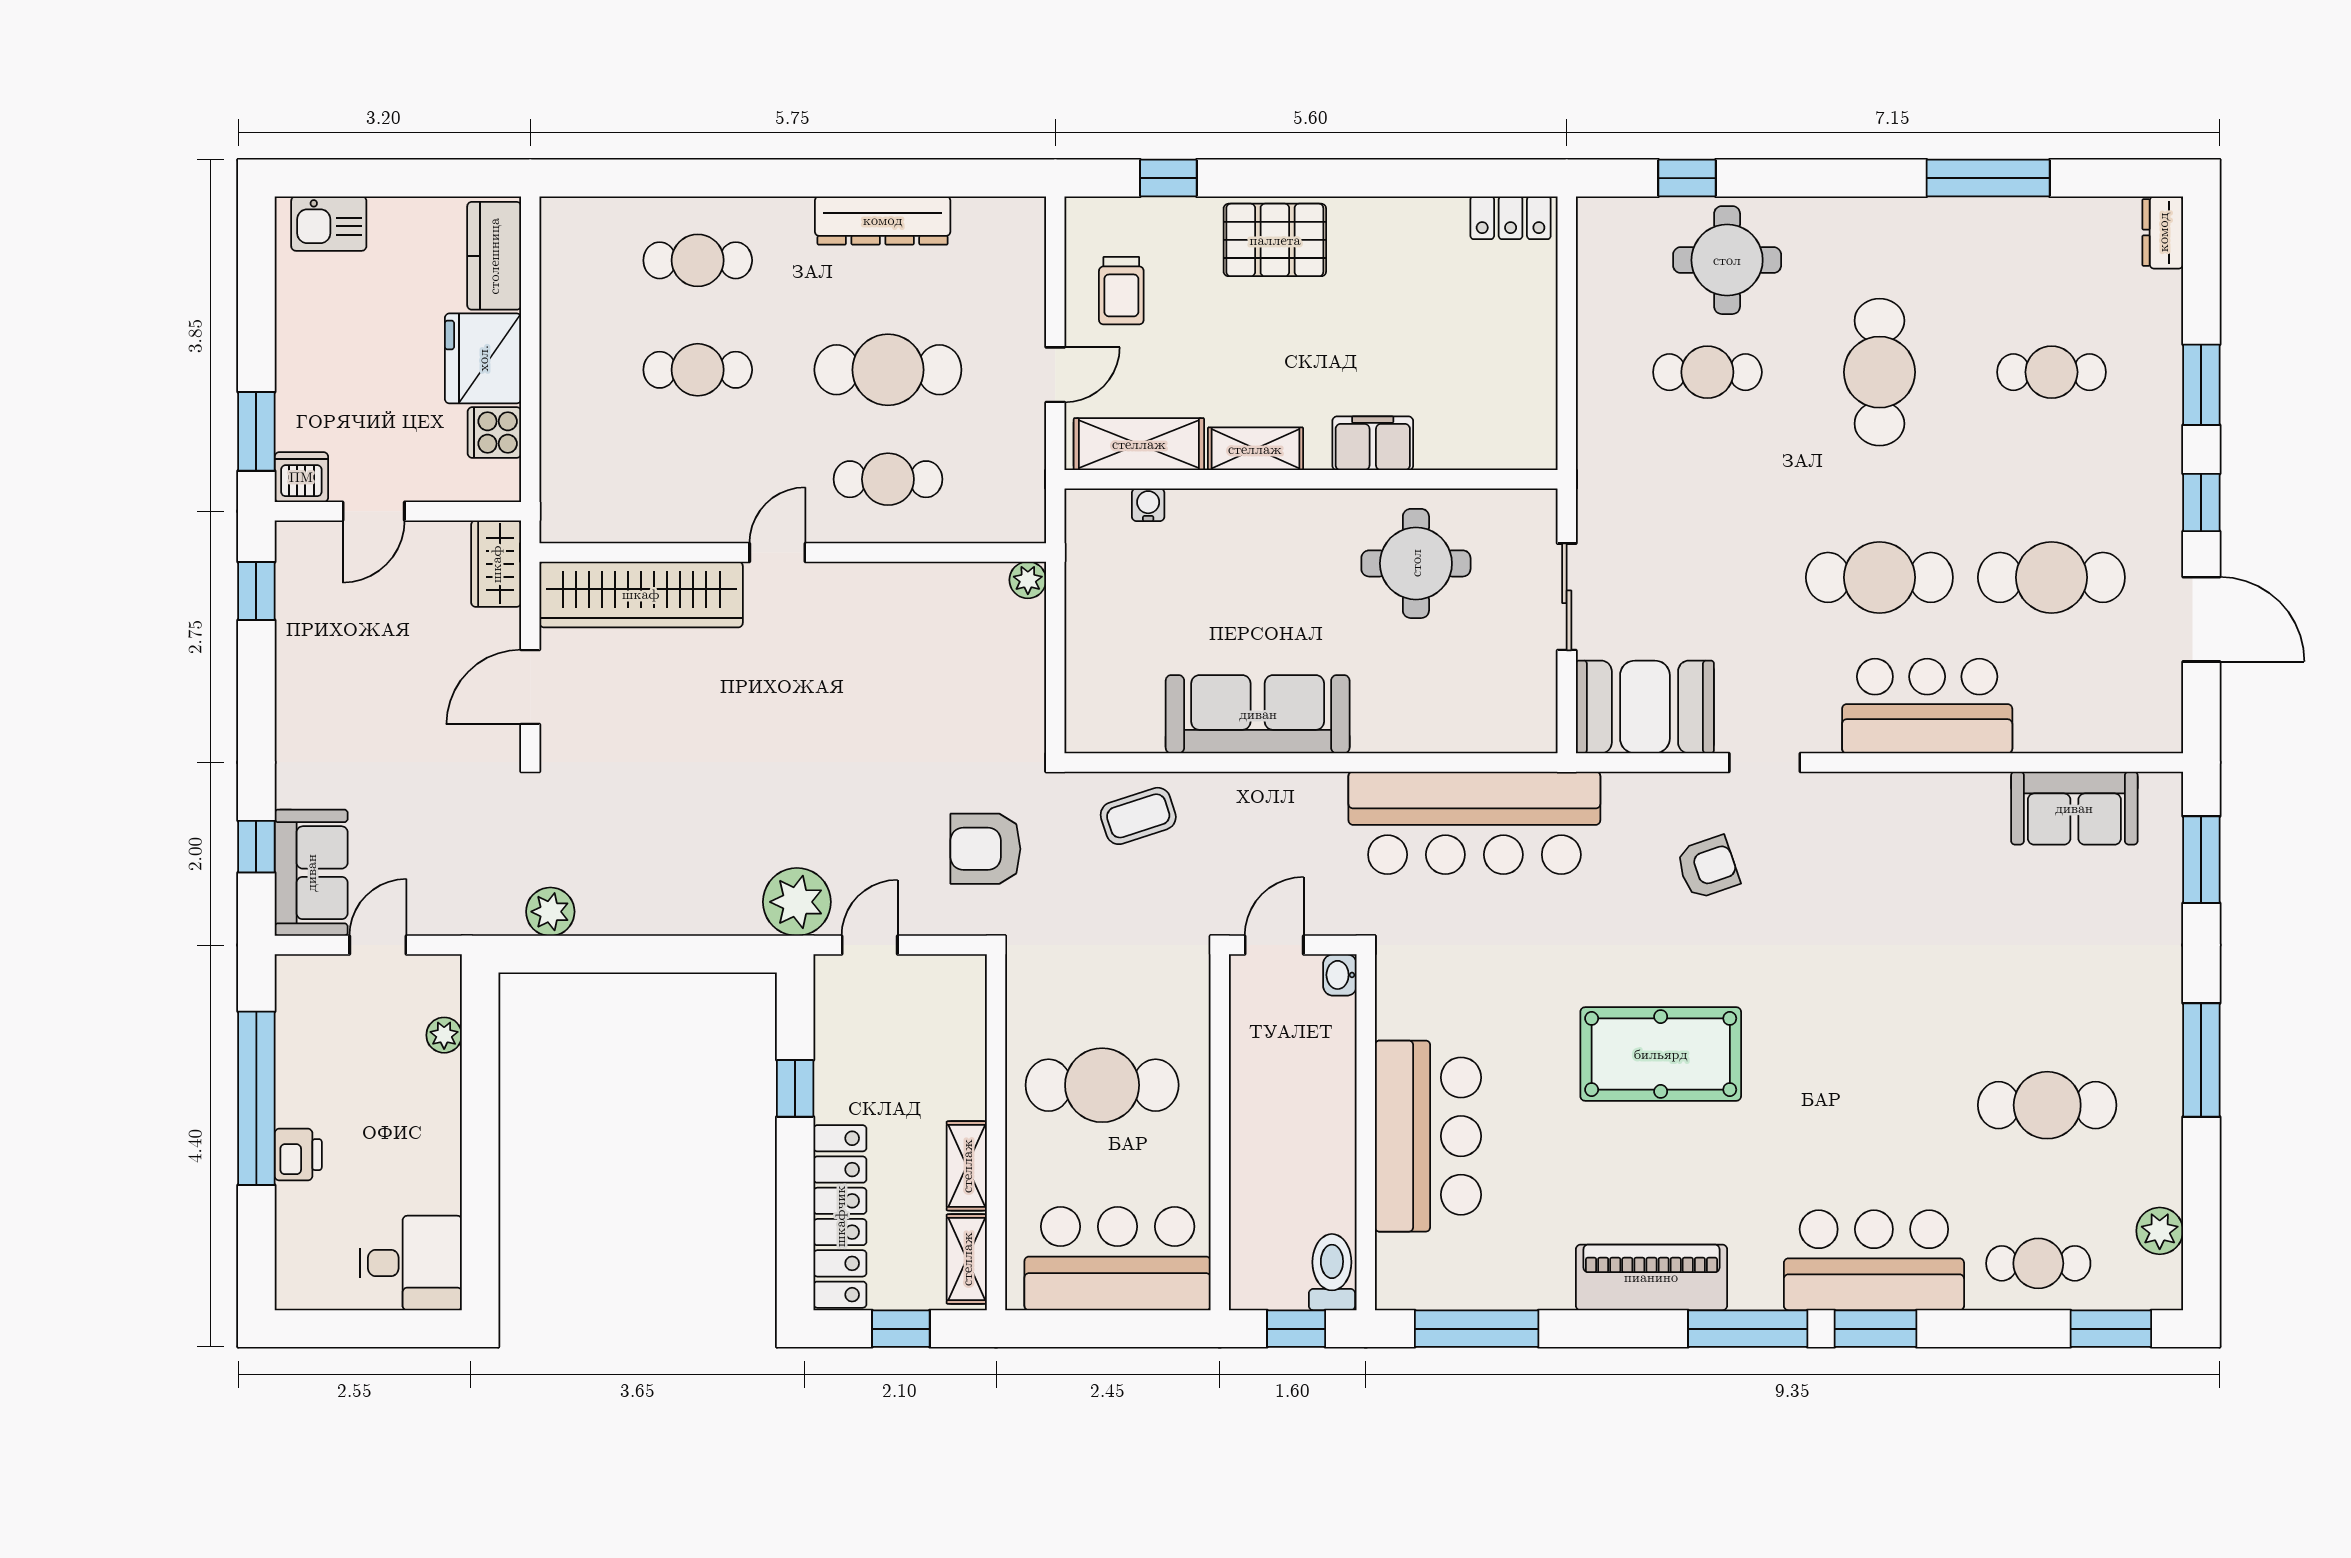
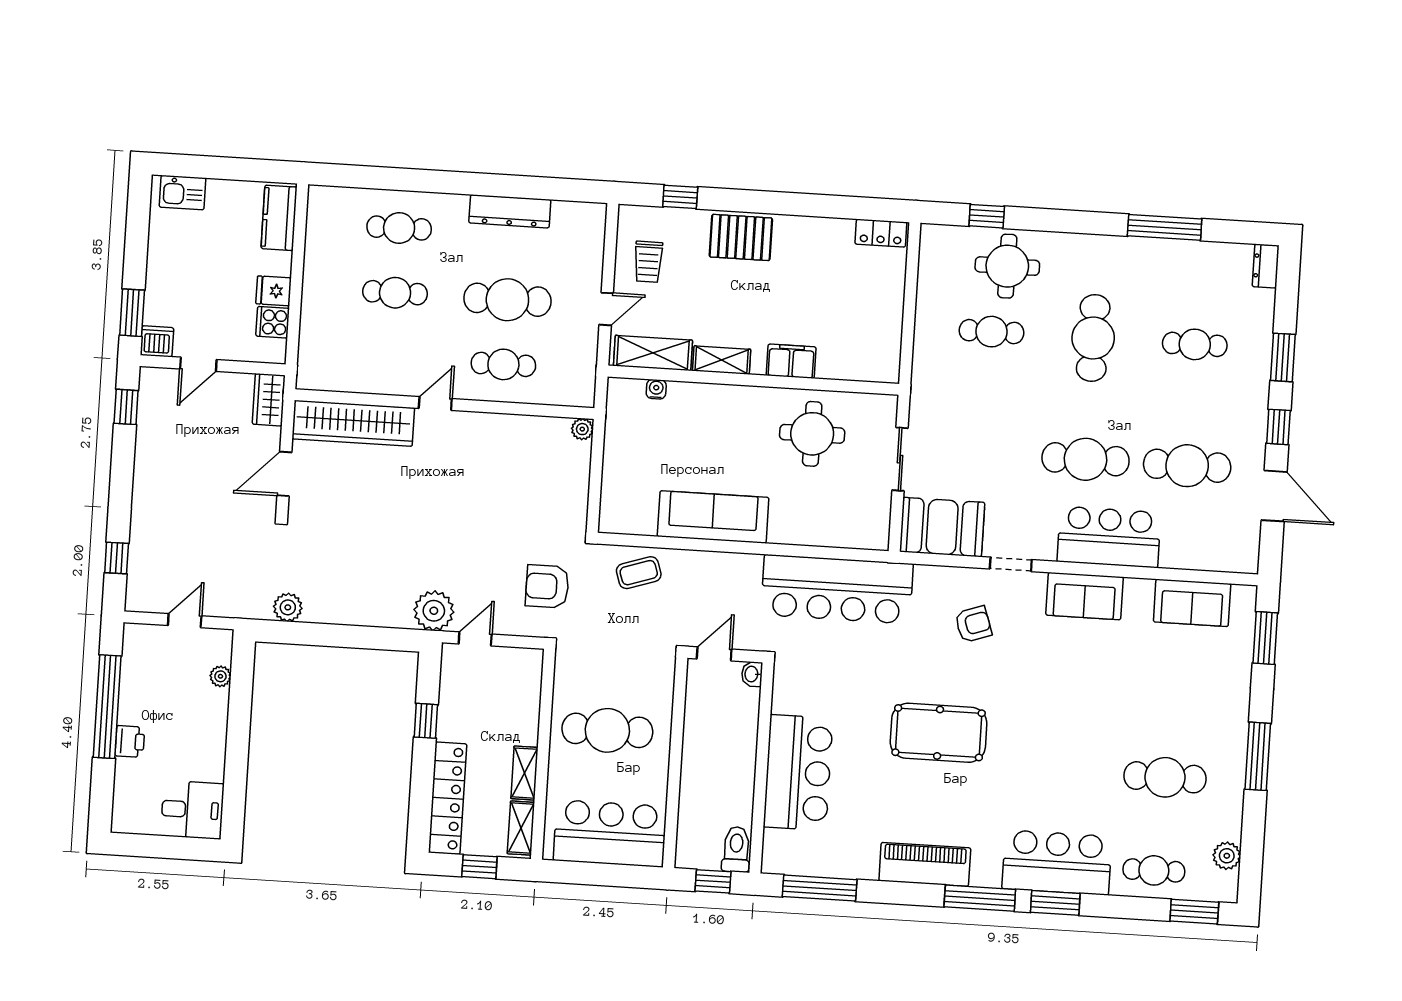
fridge: (483, 358) -> (274, 291), width x0.53, depth x0.75
sofa: (311, 873) -> (1084, 596), moved, turned 90

